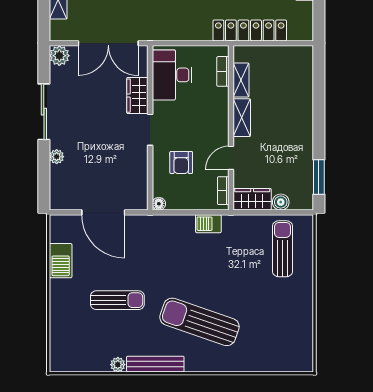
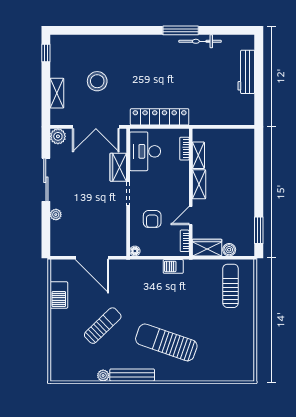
locker: (250, 30) -> (160, 117), moved
sun lounger: (117, 300) -> (103, 326), turned -44

